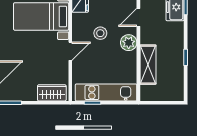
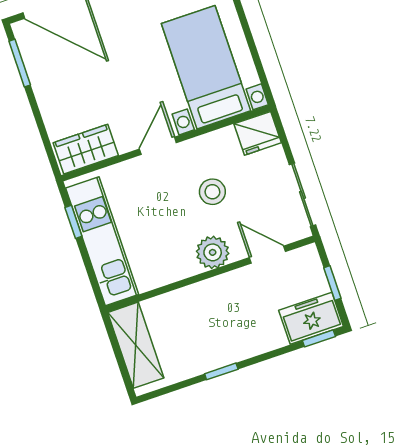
door: (70, 51) -> (158, 146), swing flipped
shelving: (148, 65) -> (136, 345), moved, turned 90
wardrobe: (52, 93) -> (86, 149), moved, turned -90

